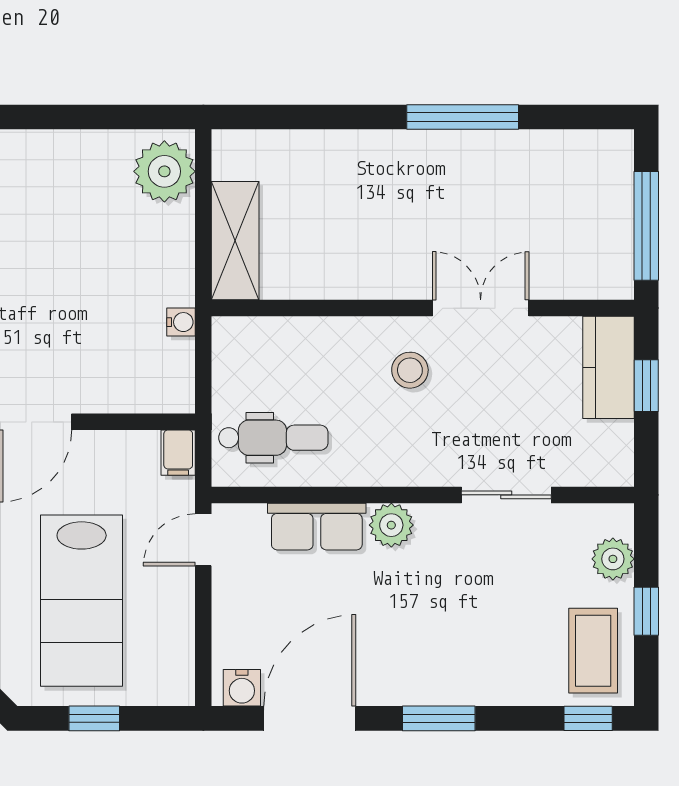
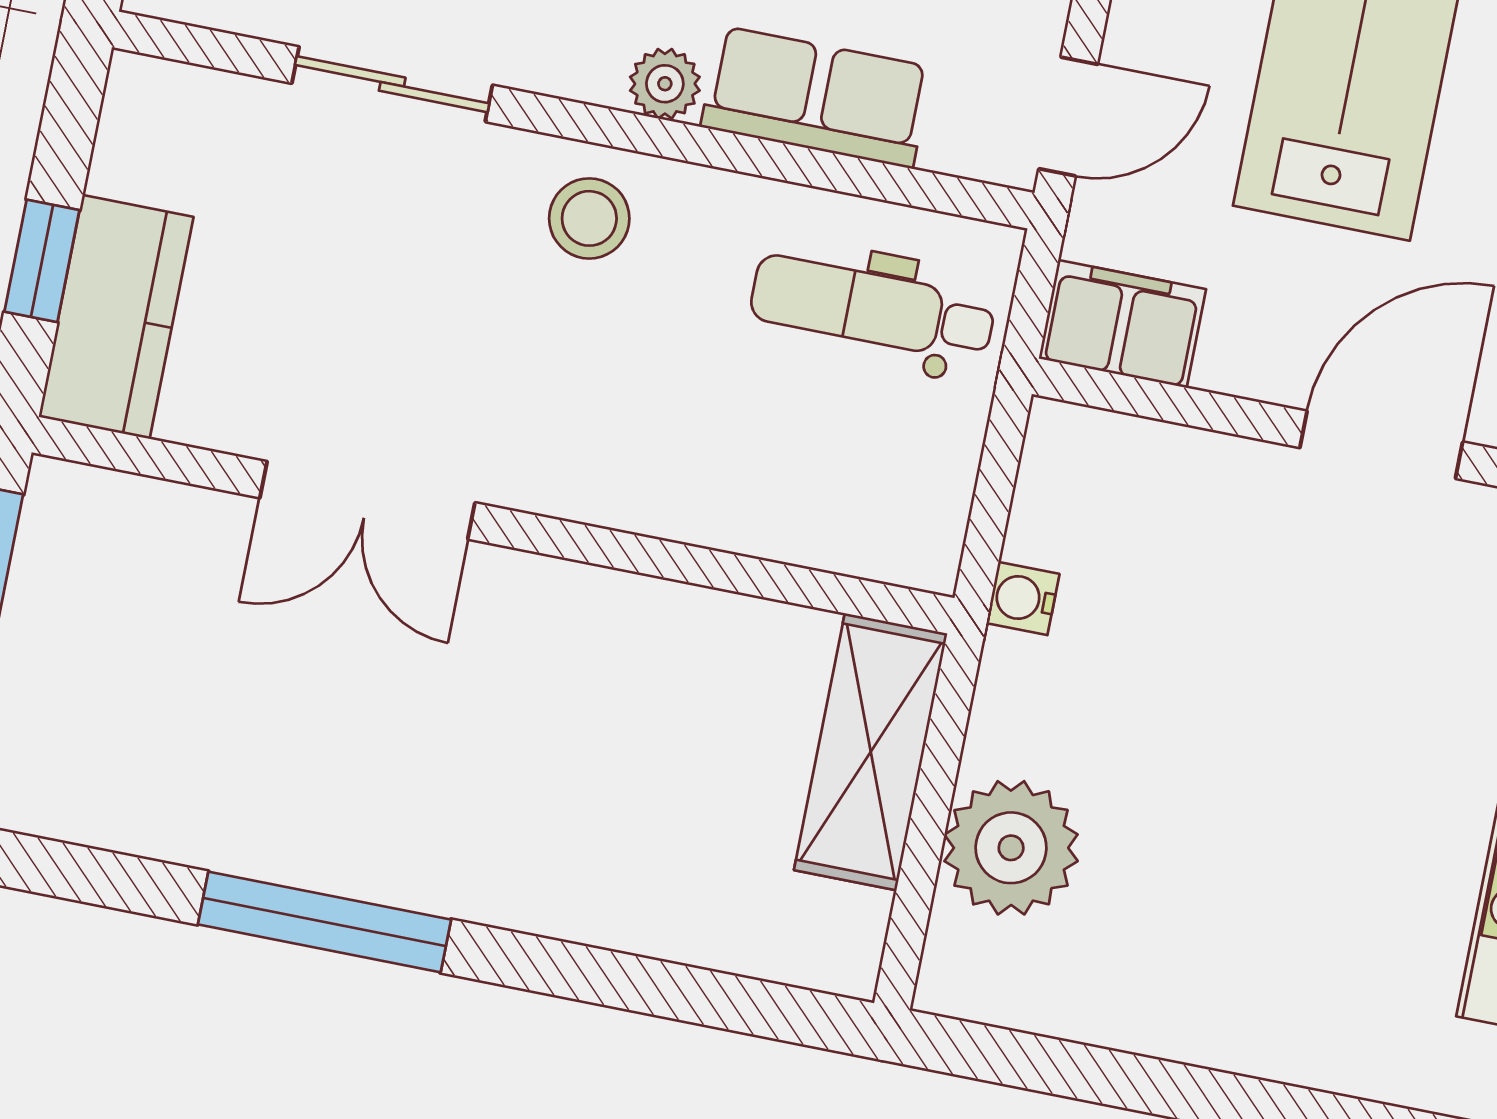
plant: (164, 171) -> (1011, 848), moved
stool: (410, 370) -> (589, 218), moved
filing cabinet: (178, 453) -> (1122, 324), width x2.00
plant: (391, 525) -> (665, 84), width x0.73, depth x0.73

